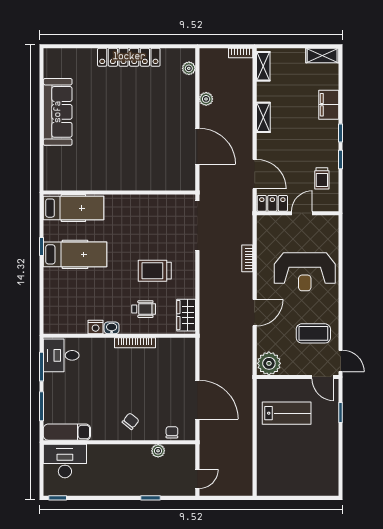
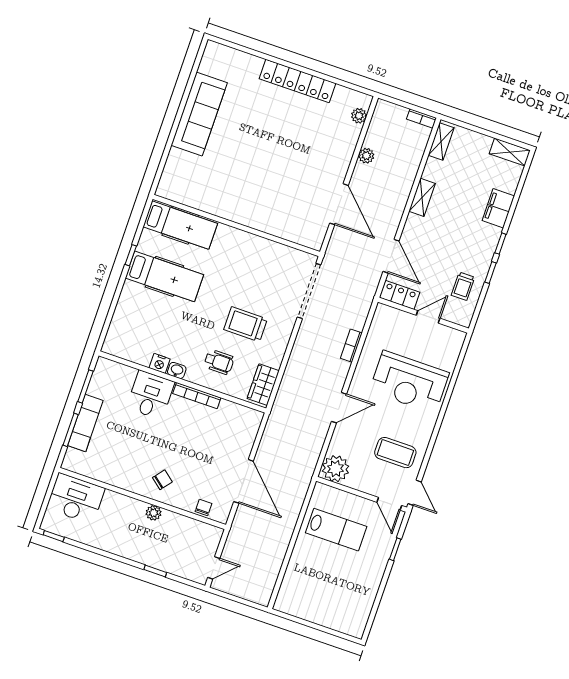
desk: (61, 355) -> (150, 395), moved, turned 90
exam couch: (67, 432) -> (85, 423), moved, turned 90
plant: (158, 451) -> (154, 513), moved

